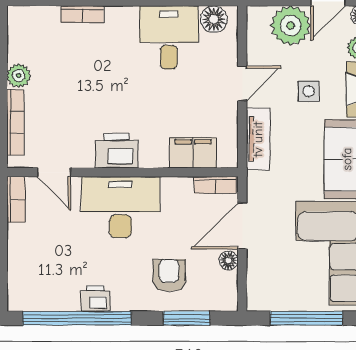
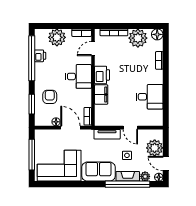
floor lamp: (214, 19) -> (157, 34), moved
plant: (19, 76) -> (138, 38), width x1.88, depth x1.88
filing cabinet: (193, 153) -> (101, 95), moved
desk: (120, 207) -> (78, 76), width x0.73
plant: (27, 258) -> (57, 37), added
armchair: (169, 275) -> (50, 97), turned -90
printer: (96, 298) -> (40, 56), moved

